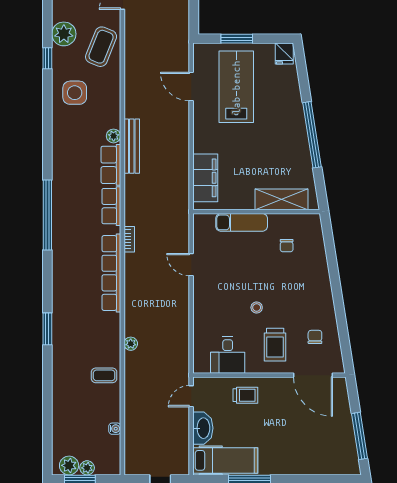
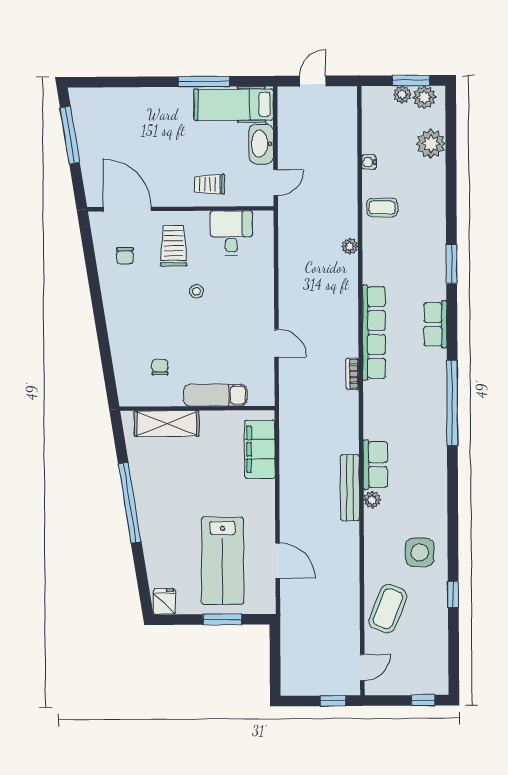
plant: (64, 34) -> (431, 144), moved
row of seats: (111, 206) -> (435, 324), moved, turned 180
water cooler: (115, 429) -> (369, 162), moved

